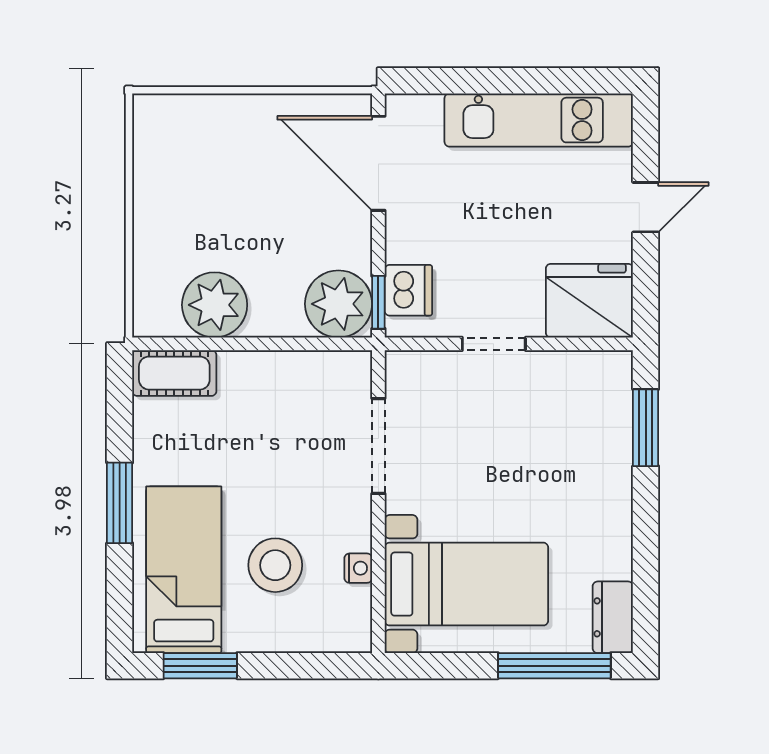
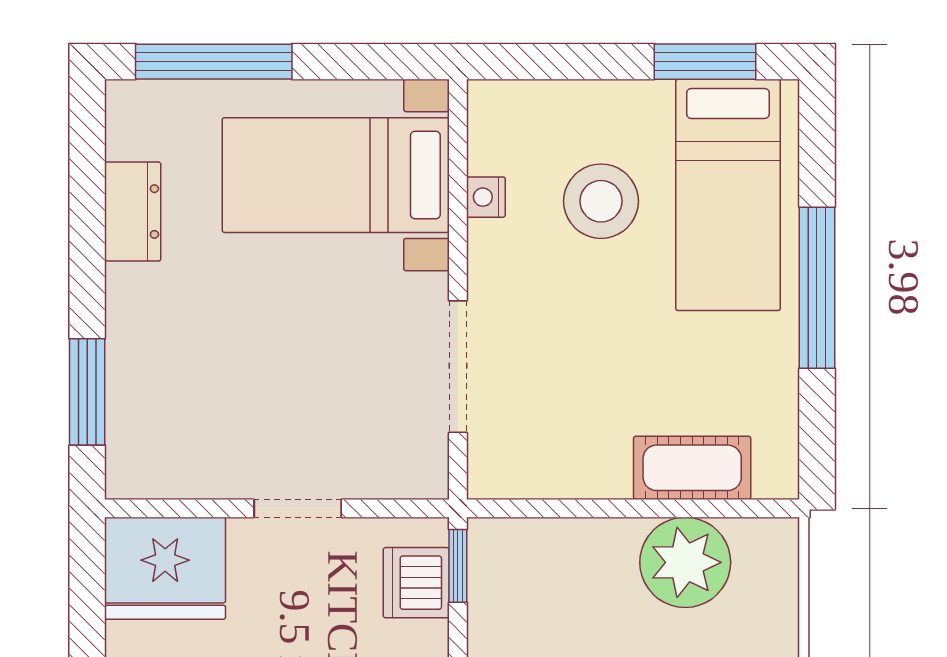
plant: (338, 304) -> (513, 564), removed
cot: (174, 373) -> (692, 468), moved
window: (120, 503) -> (817, 288), width x1.44
dresser: (613, 617) -> (133, 212), moved

